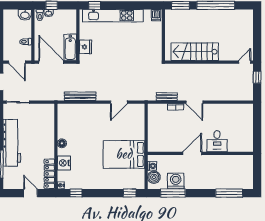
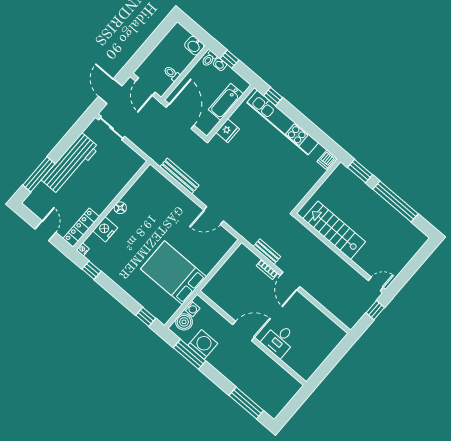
bathtub: (70, 47) -> (226, 102), moved

